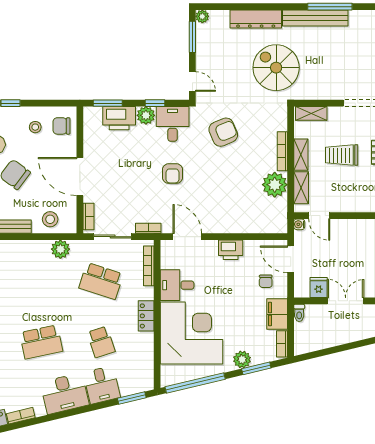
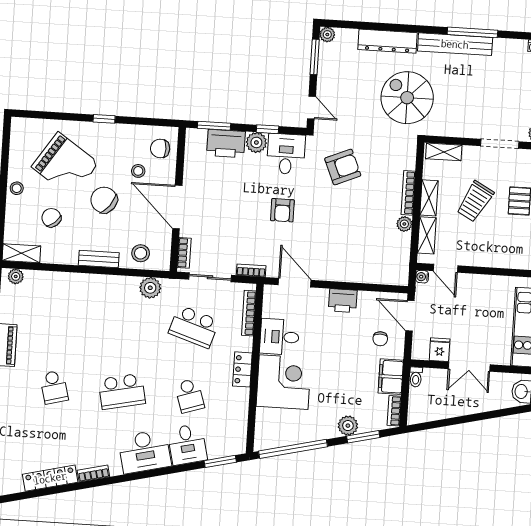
stool: (35, 127) -> (138, 171), moved
trolley: (342, 155) -> (475, 201), turned -61
plant: (275, 185) -> (404, 224), width x0.53, depth x0.53
double door: (346, 301) -> (469, 367), swing flipped
corner desk: (191, 333) -> (284, 382), width x0.74, depth x0.74

